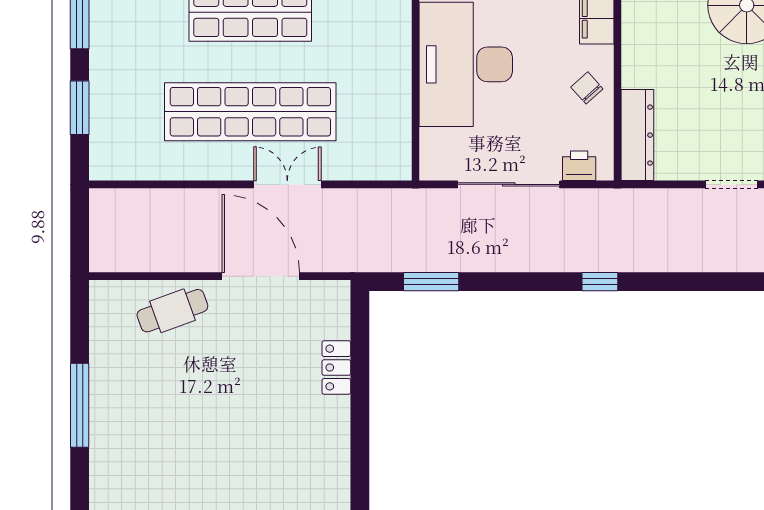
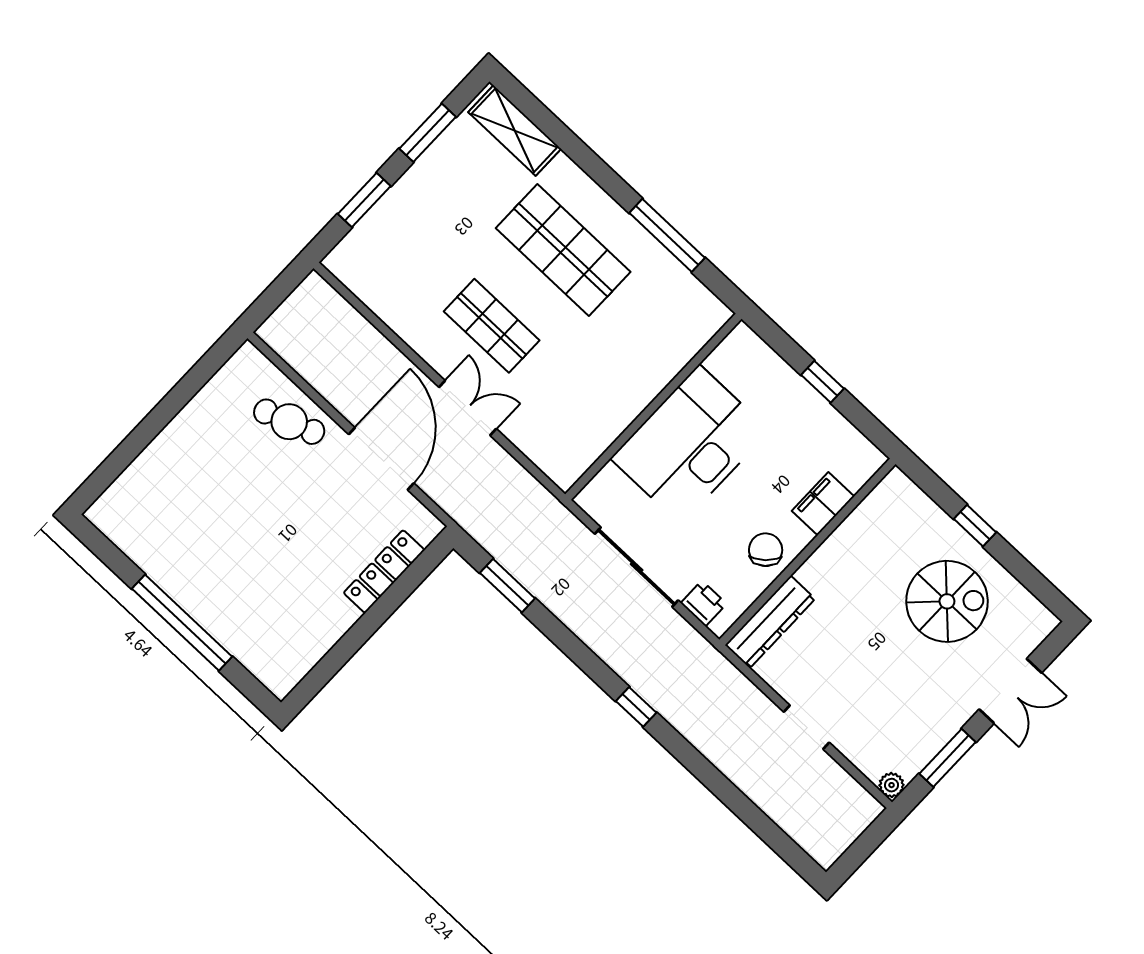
chair: (587, 88) -> (766, 550), width x1.37, depth x1.37
shop shelf: (250, 112) -> (492, 326), width x0.50, depth x0.74
locker: (336, 368) -> (384, 571), width x1.53
window: (80, 405) -> (150, 427), removed

